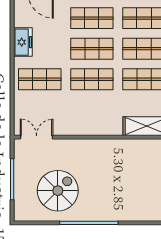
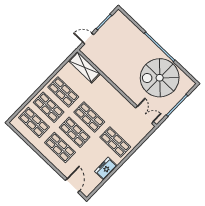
double door: (37, 137) -> (145, 115), swing flipped
spiral stairs: (58, 191) -> (160, 78), width x1.37, depth x1.37

